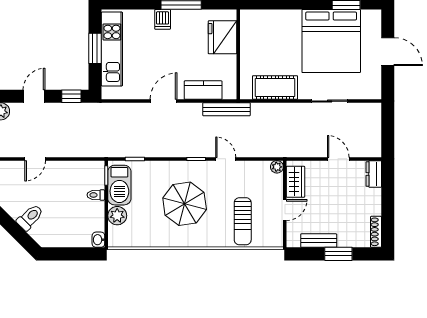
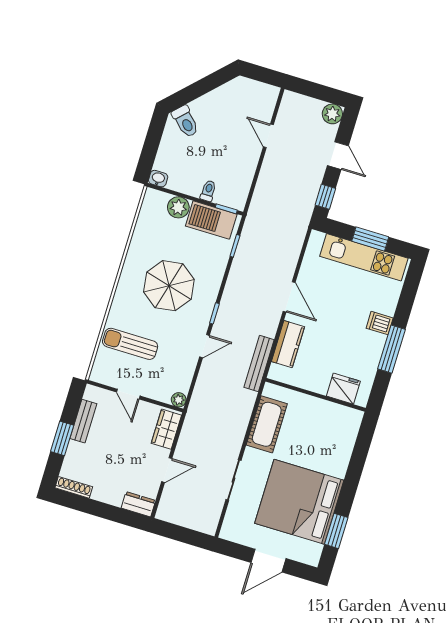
fridge: (222, 37) -> (343, 389), width x0.73, depth x0.75
wardrobe: (295, 182) -> (166, 429), moved, turned 90
toilet: (30, 217) -> (185, 121), moved

